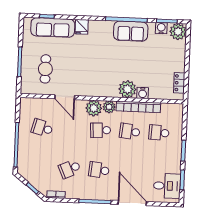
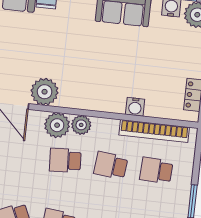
plant: (127, 89) -> (45, 92), moved
bookcase: (138, 107) -> (154, 131), moved

